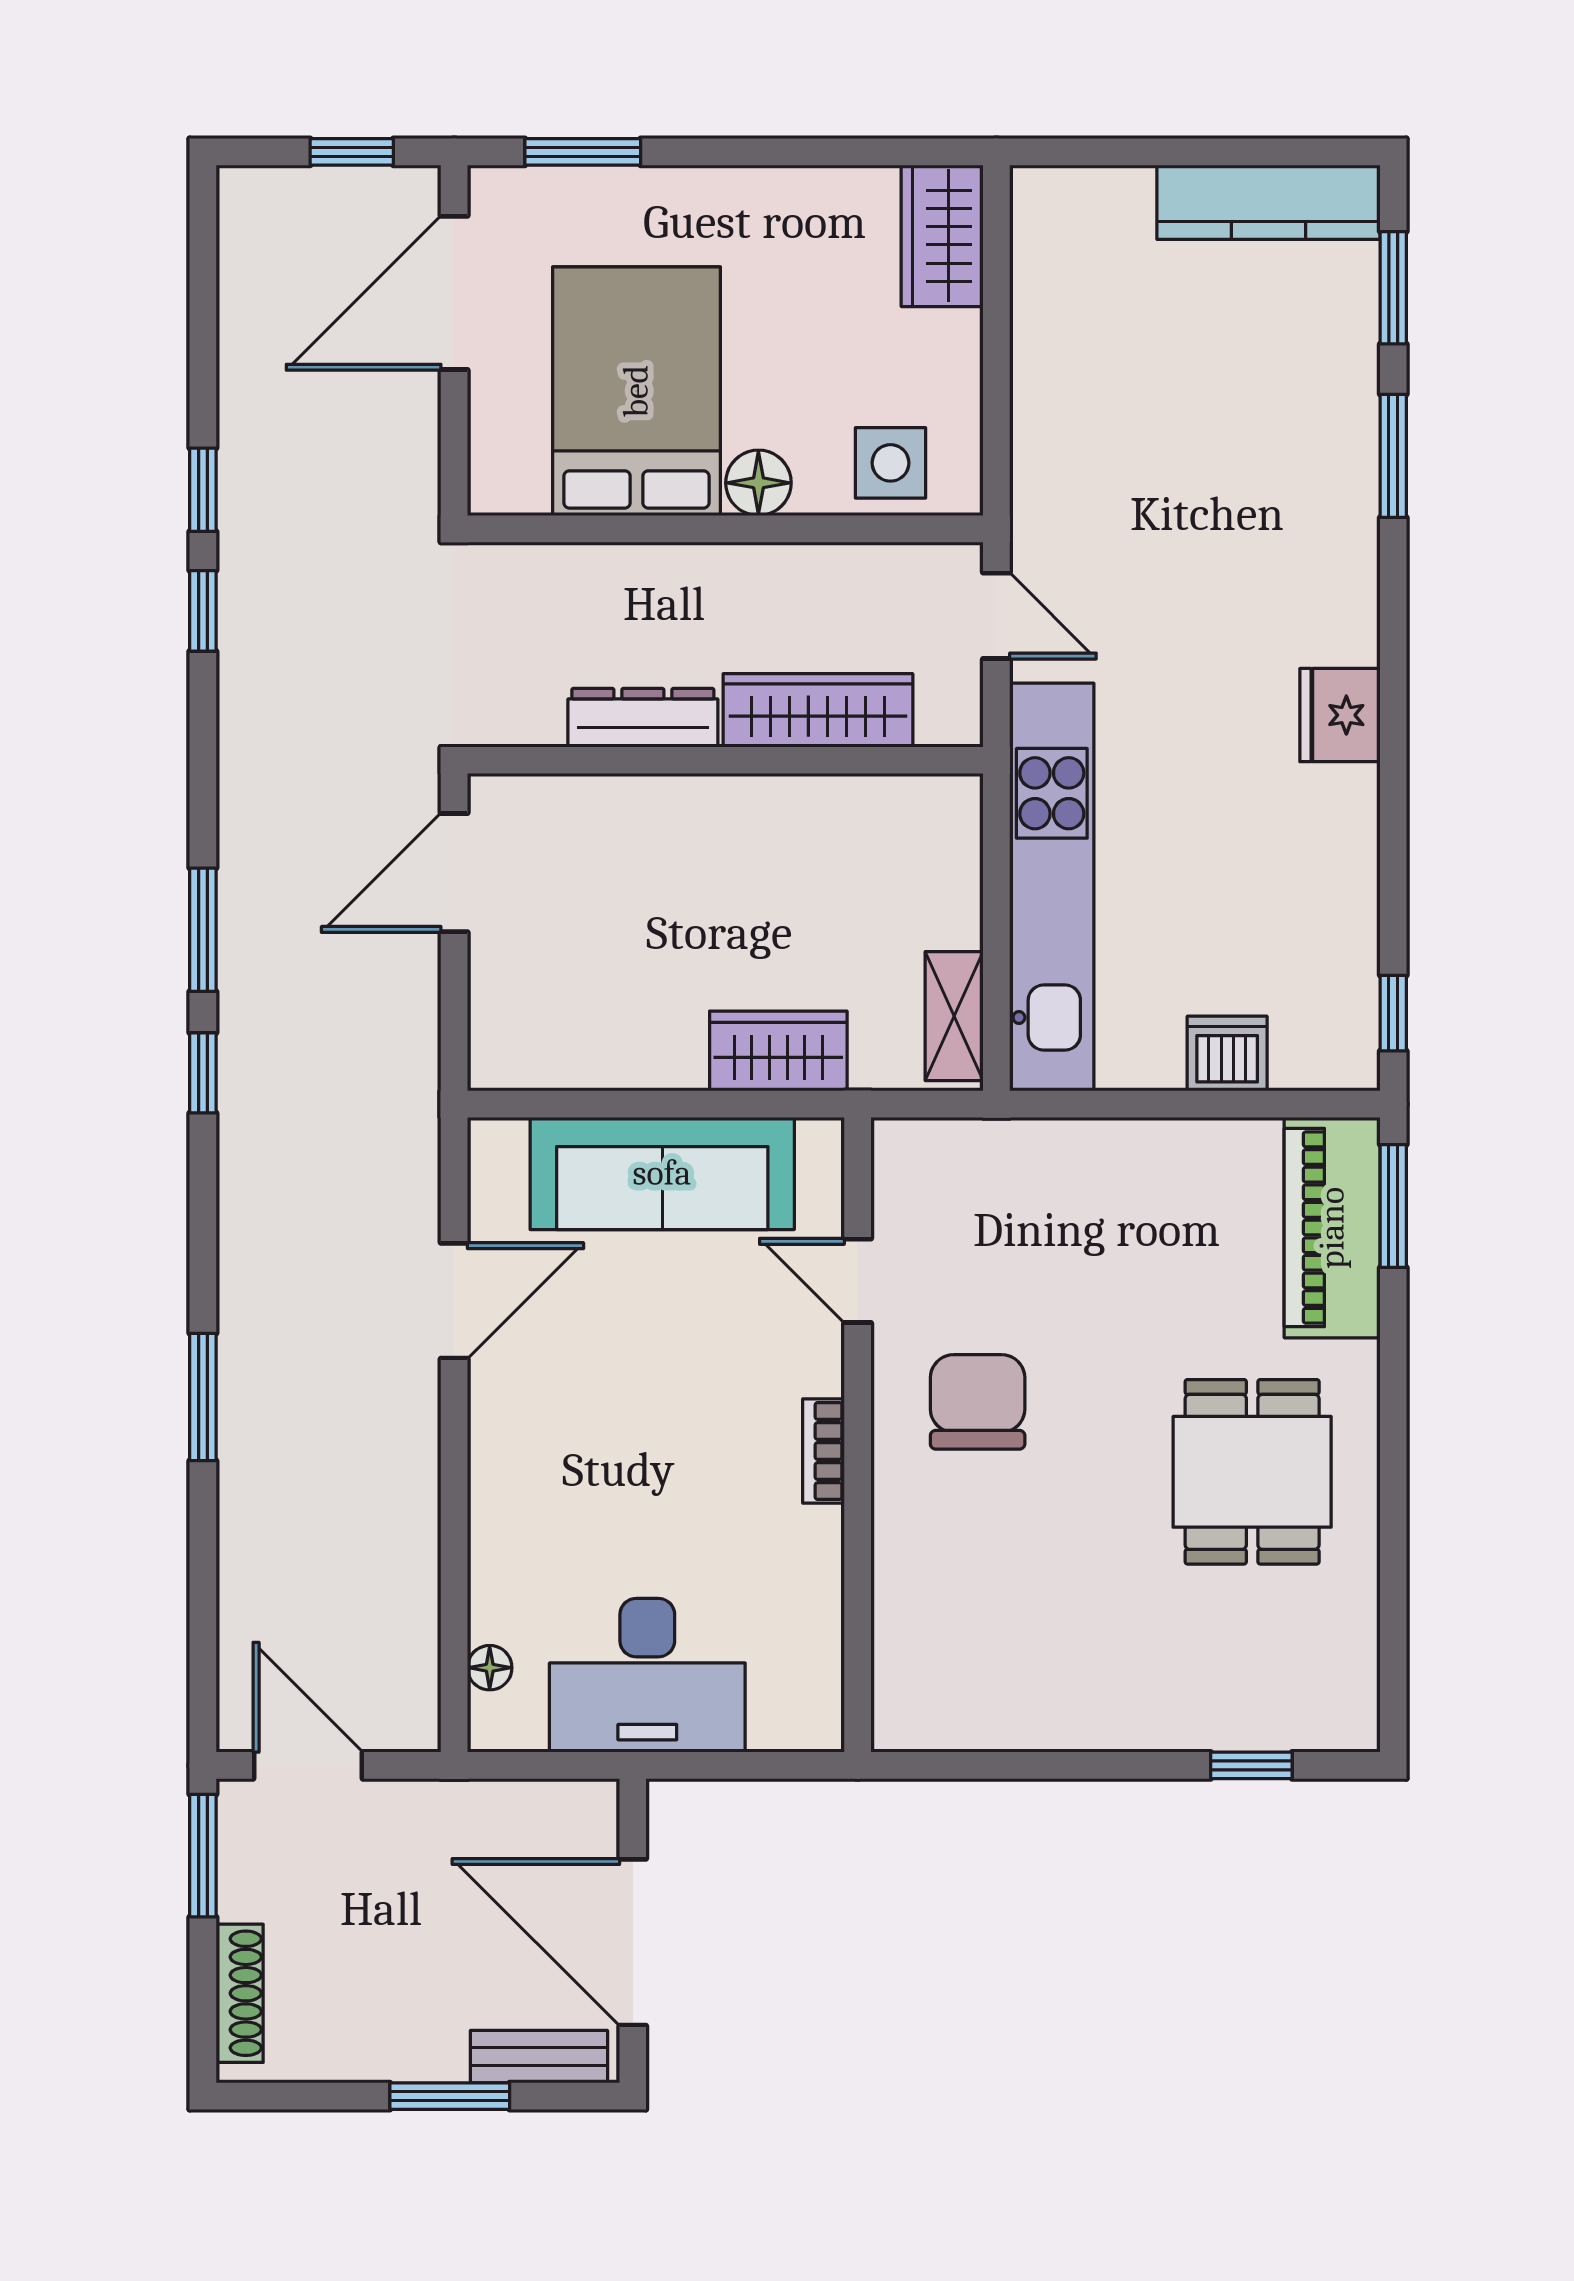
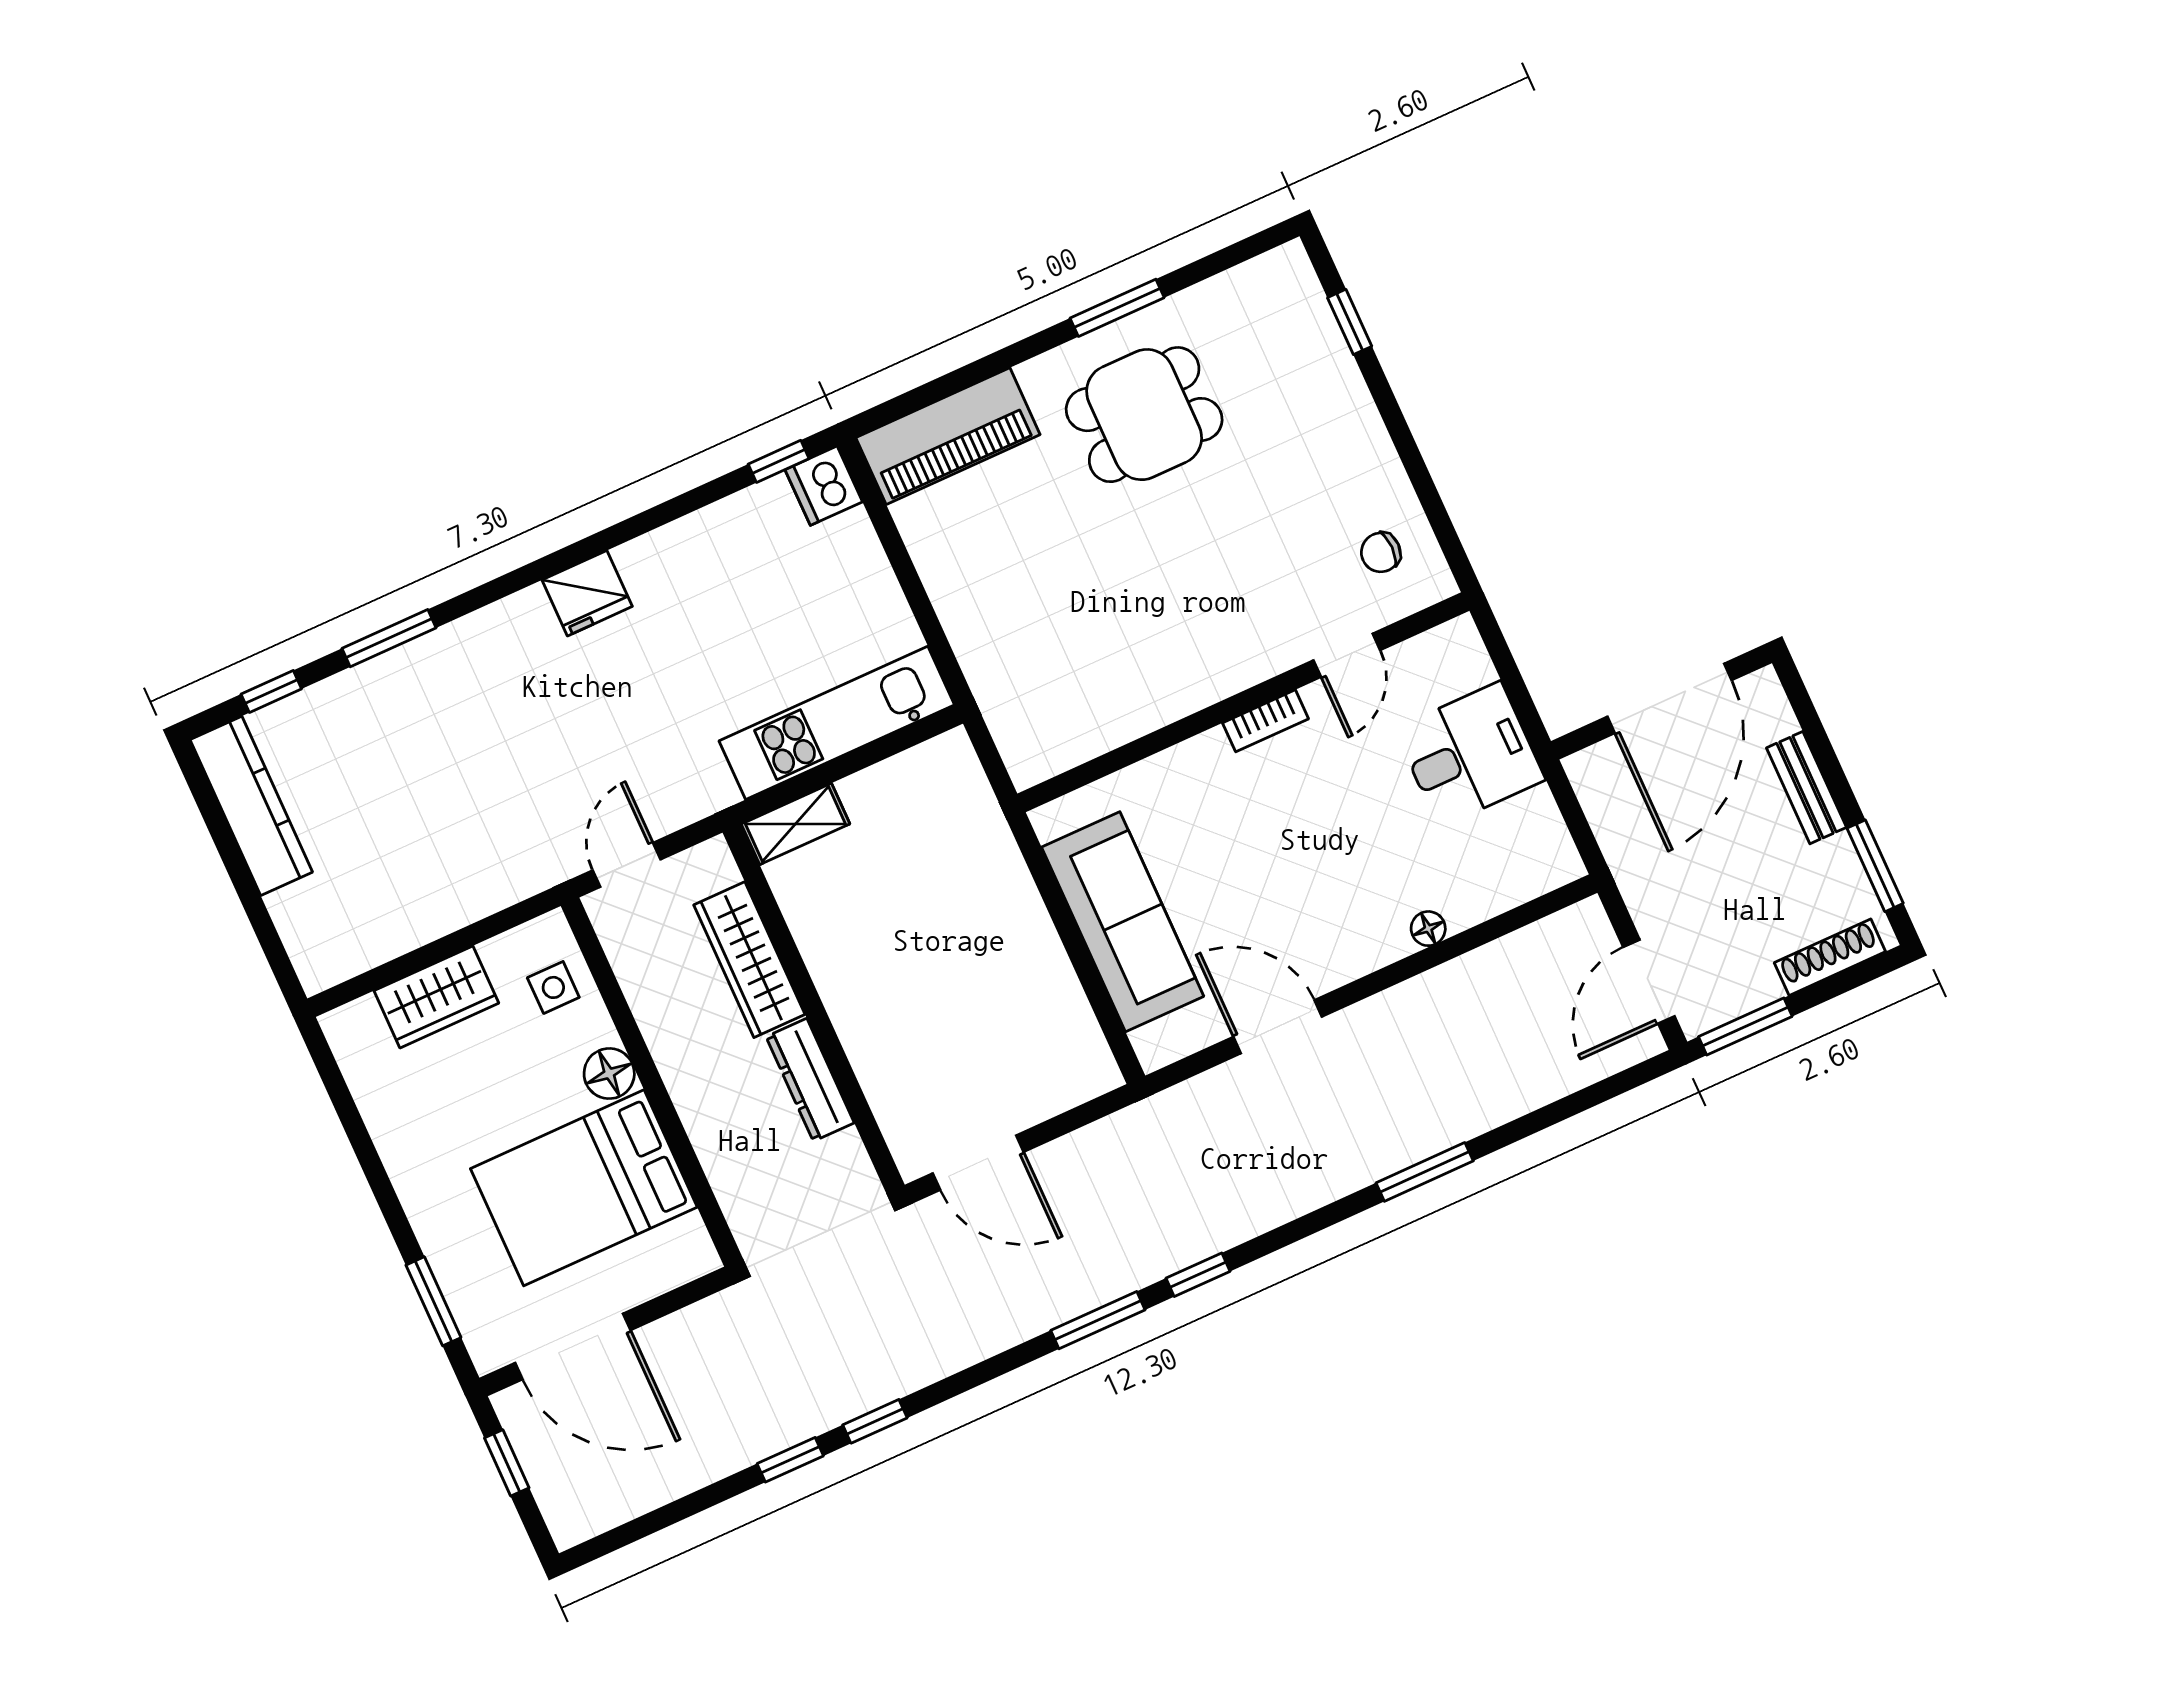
wardrobe: (942, 236) -> (436, 997), moved
window: (1393, 288) -> (271, 691), width x0.67
side table: (890, 463) -> (553, 987), width x0.73, depth x0.73
kitchen unit: (1052, 887) -> (837, 723), width x0.73
shelving: (954, 1016) -> (795, 824), moved
wardrobe: (778, 1051) -> (1000, 879), removed
dishwasher: (1227, 1054) -> (824, 486), moved
window: (1393, 1206) -> (1117, 308), moved
door: (858, 1281) -> (1347, 655), moved
chair: (978, 1402) -> (1381, 552), moved, width x0.54, depth x0.54
floor lamp: (490, 1668) -> (1428, 929), moved
desk: (647, 1675) -> (1470, 754), width x0.73
bench: (539, 2057) -> (1806, 788), moved
window: (450, 2096) -> (1875, 866), moved

